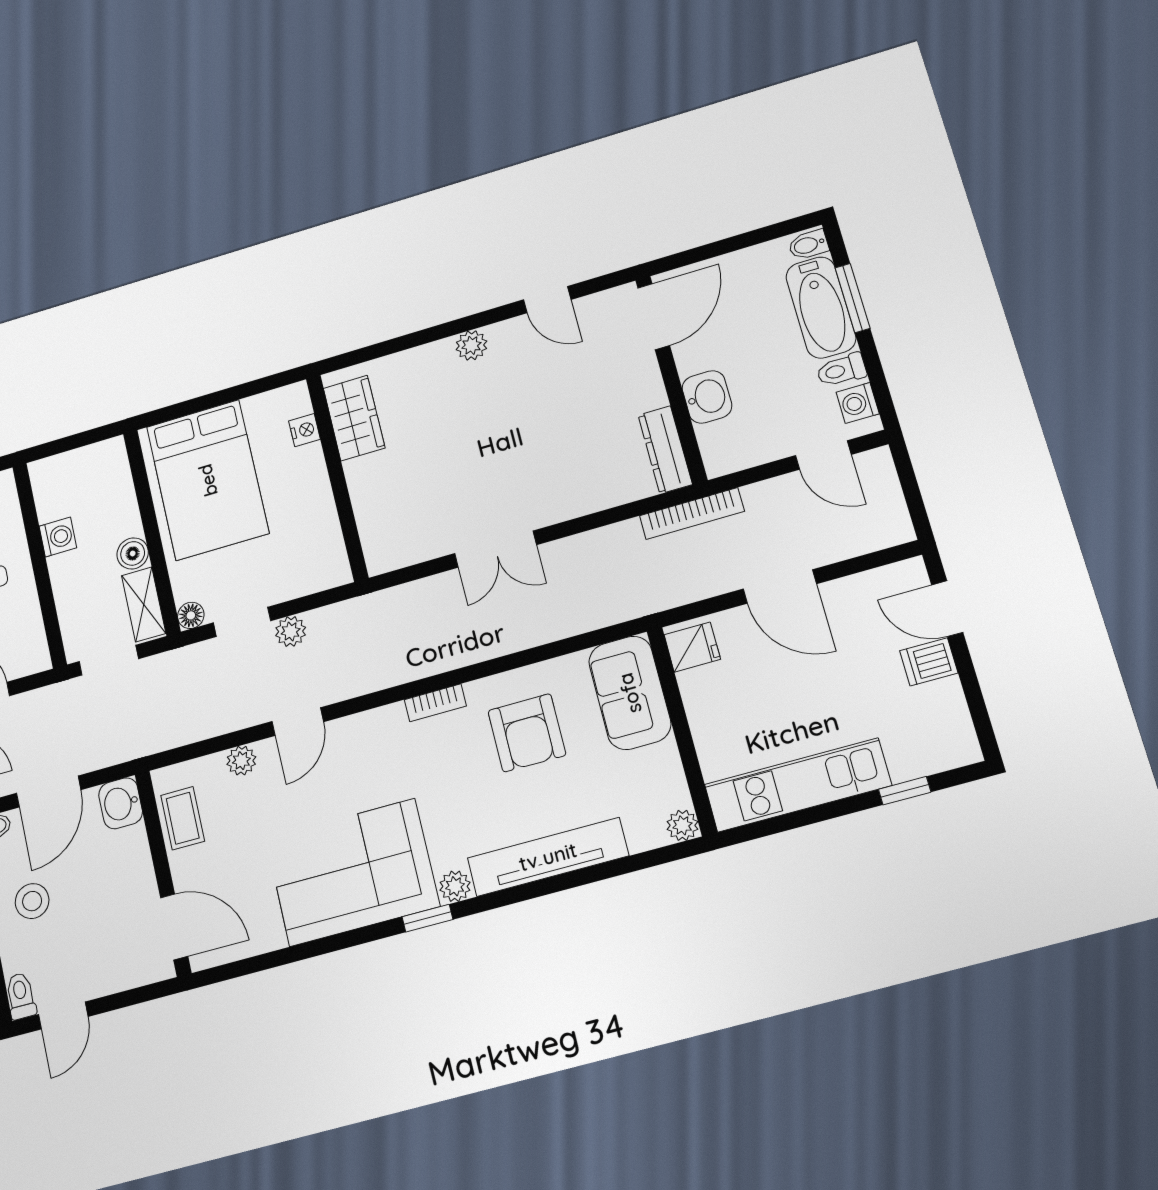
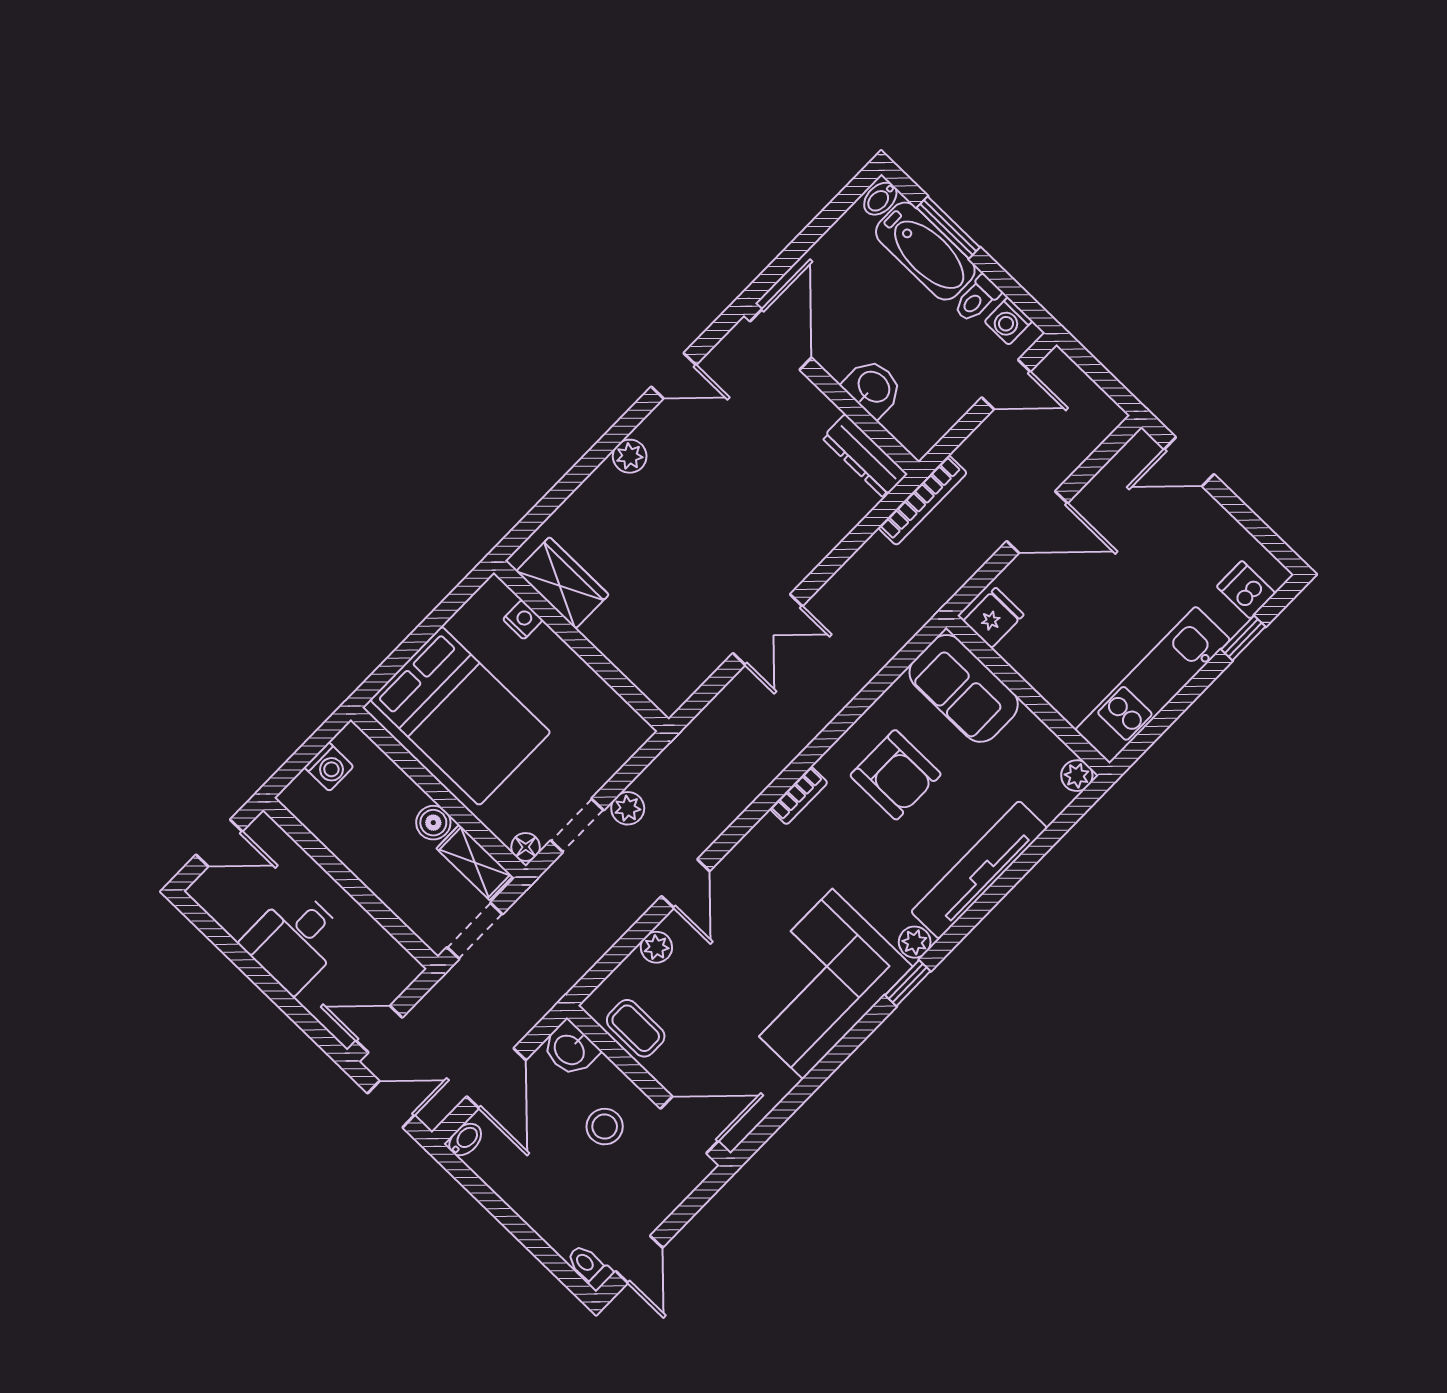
washing machine: (58, 537) -> (329, 767), moved, turned 90
dishwasher: (929, 662) -> (1246, 590), moved, turned 90
stool: (32, 901) -> (605, 1127), moved

